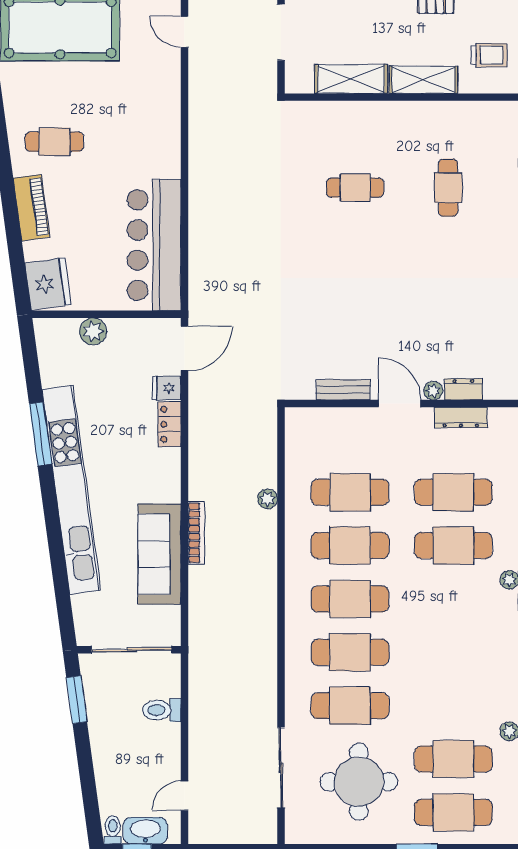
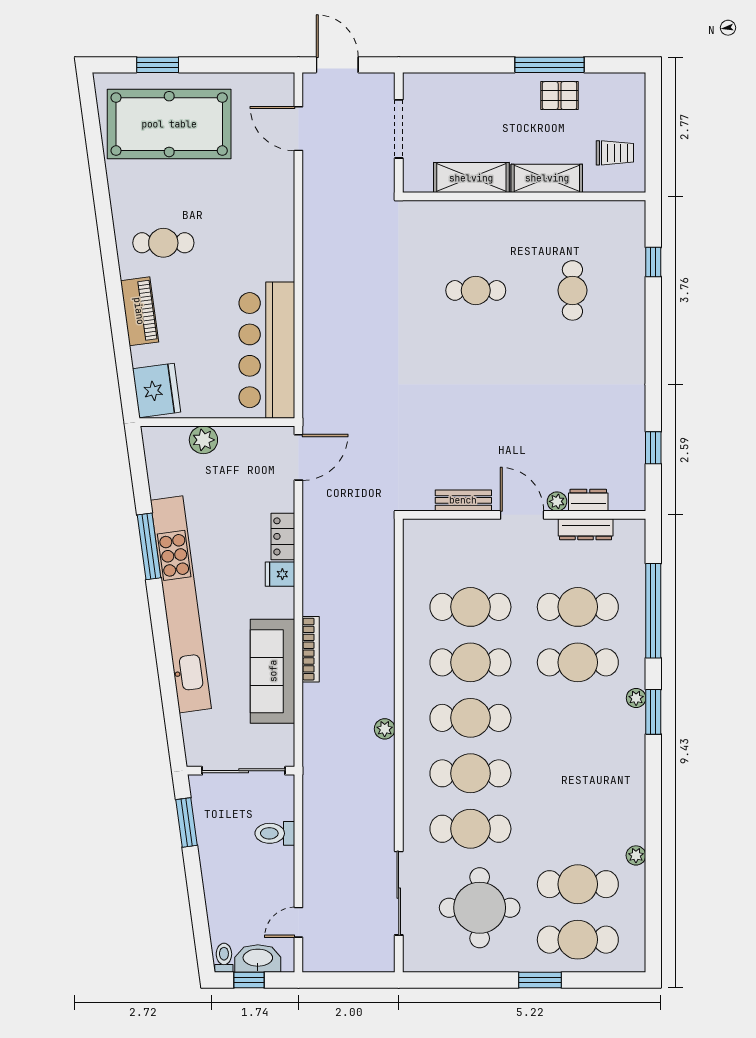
door: (184, 32) -> (298, 129), width x1.38
fridge: (167, 388) -> (280, 574), moved
plant: (267, 499) -> (385, 729), moved

